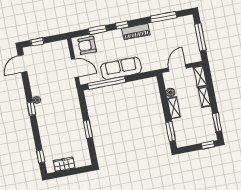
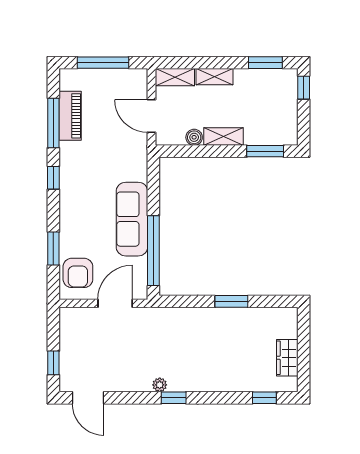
window: (122, 25) -> (53, 178), moved
piano: (136, 32) -> (70, 116), moved

